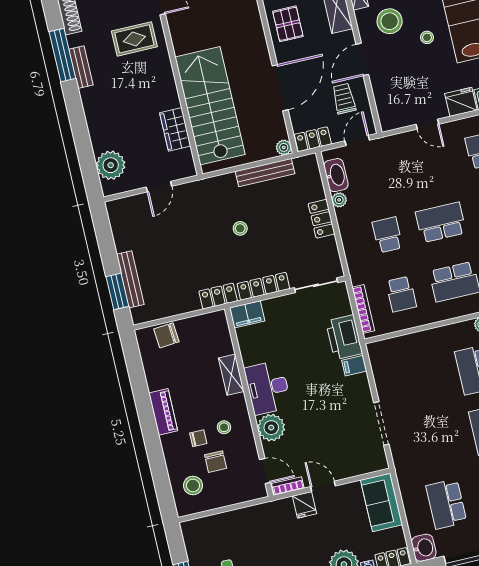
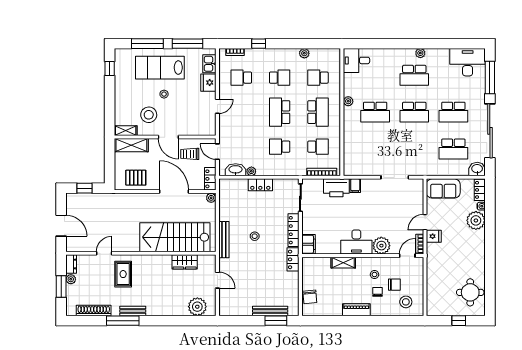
bench: (265, 173) -> (224, 240), moved

